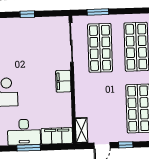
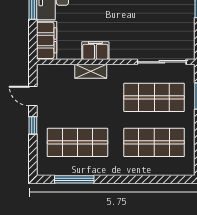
filing cabinet: (63, 81) -> (95, 51), moved
shelving: (82, 130) -> (91, 71), moved

